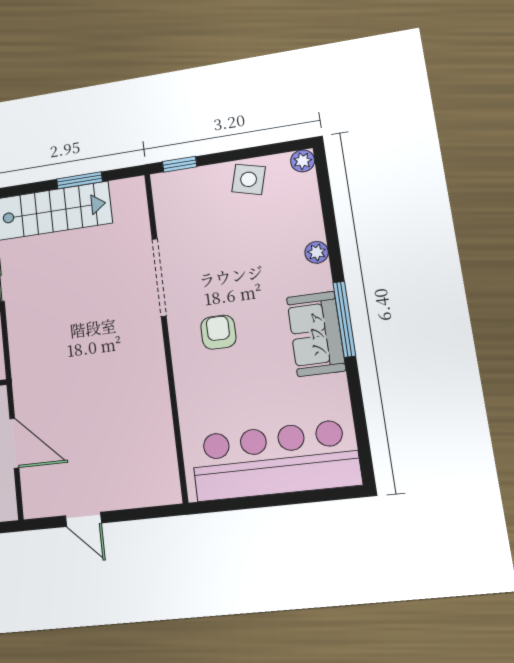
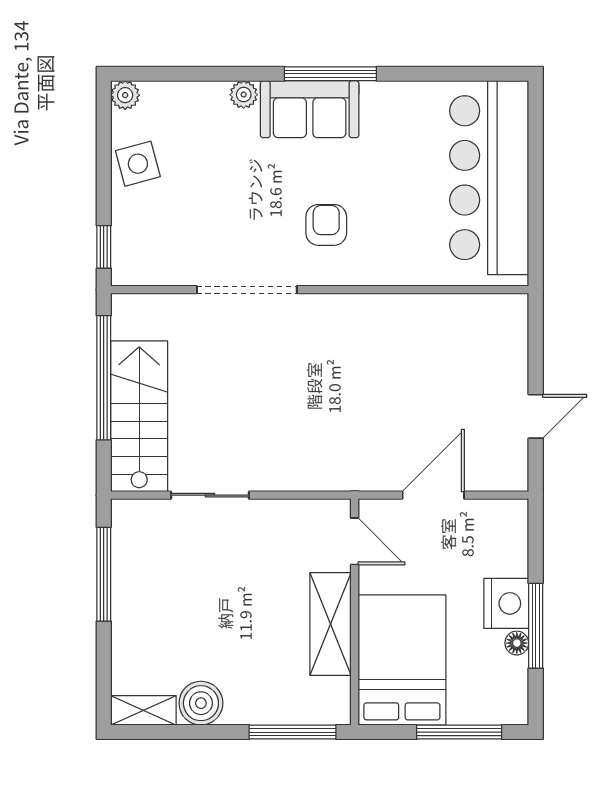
side table: (249, 179) -> (138, 164), turned -30
window: (80, 180) -> (104, 378), width x2.11
armchair: (218, 332) -> (326, 225), turned 90
sofa: (316, 334) -> (310, 109), moved

